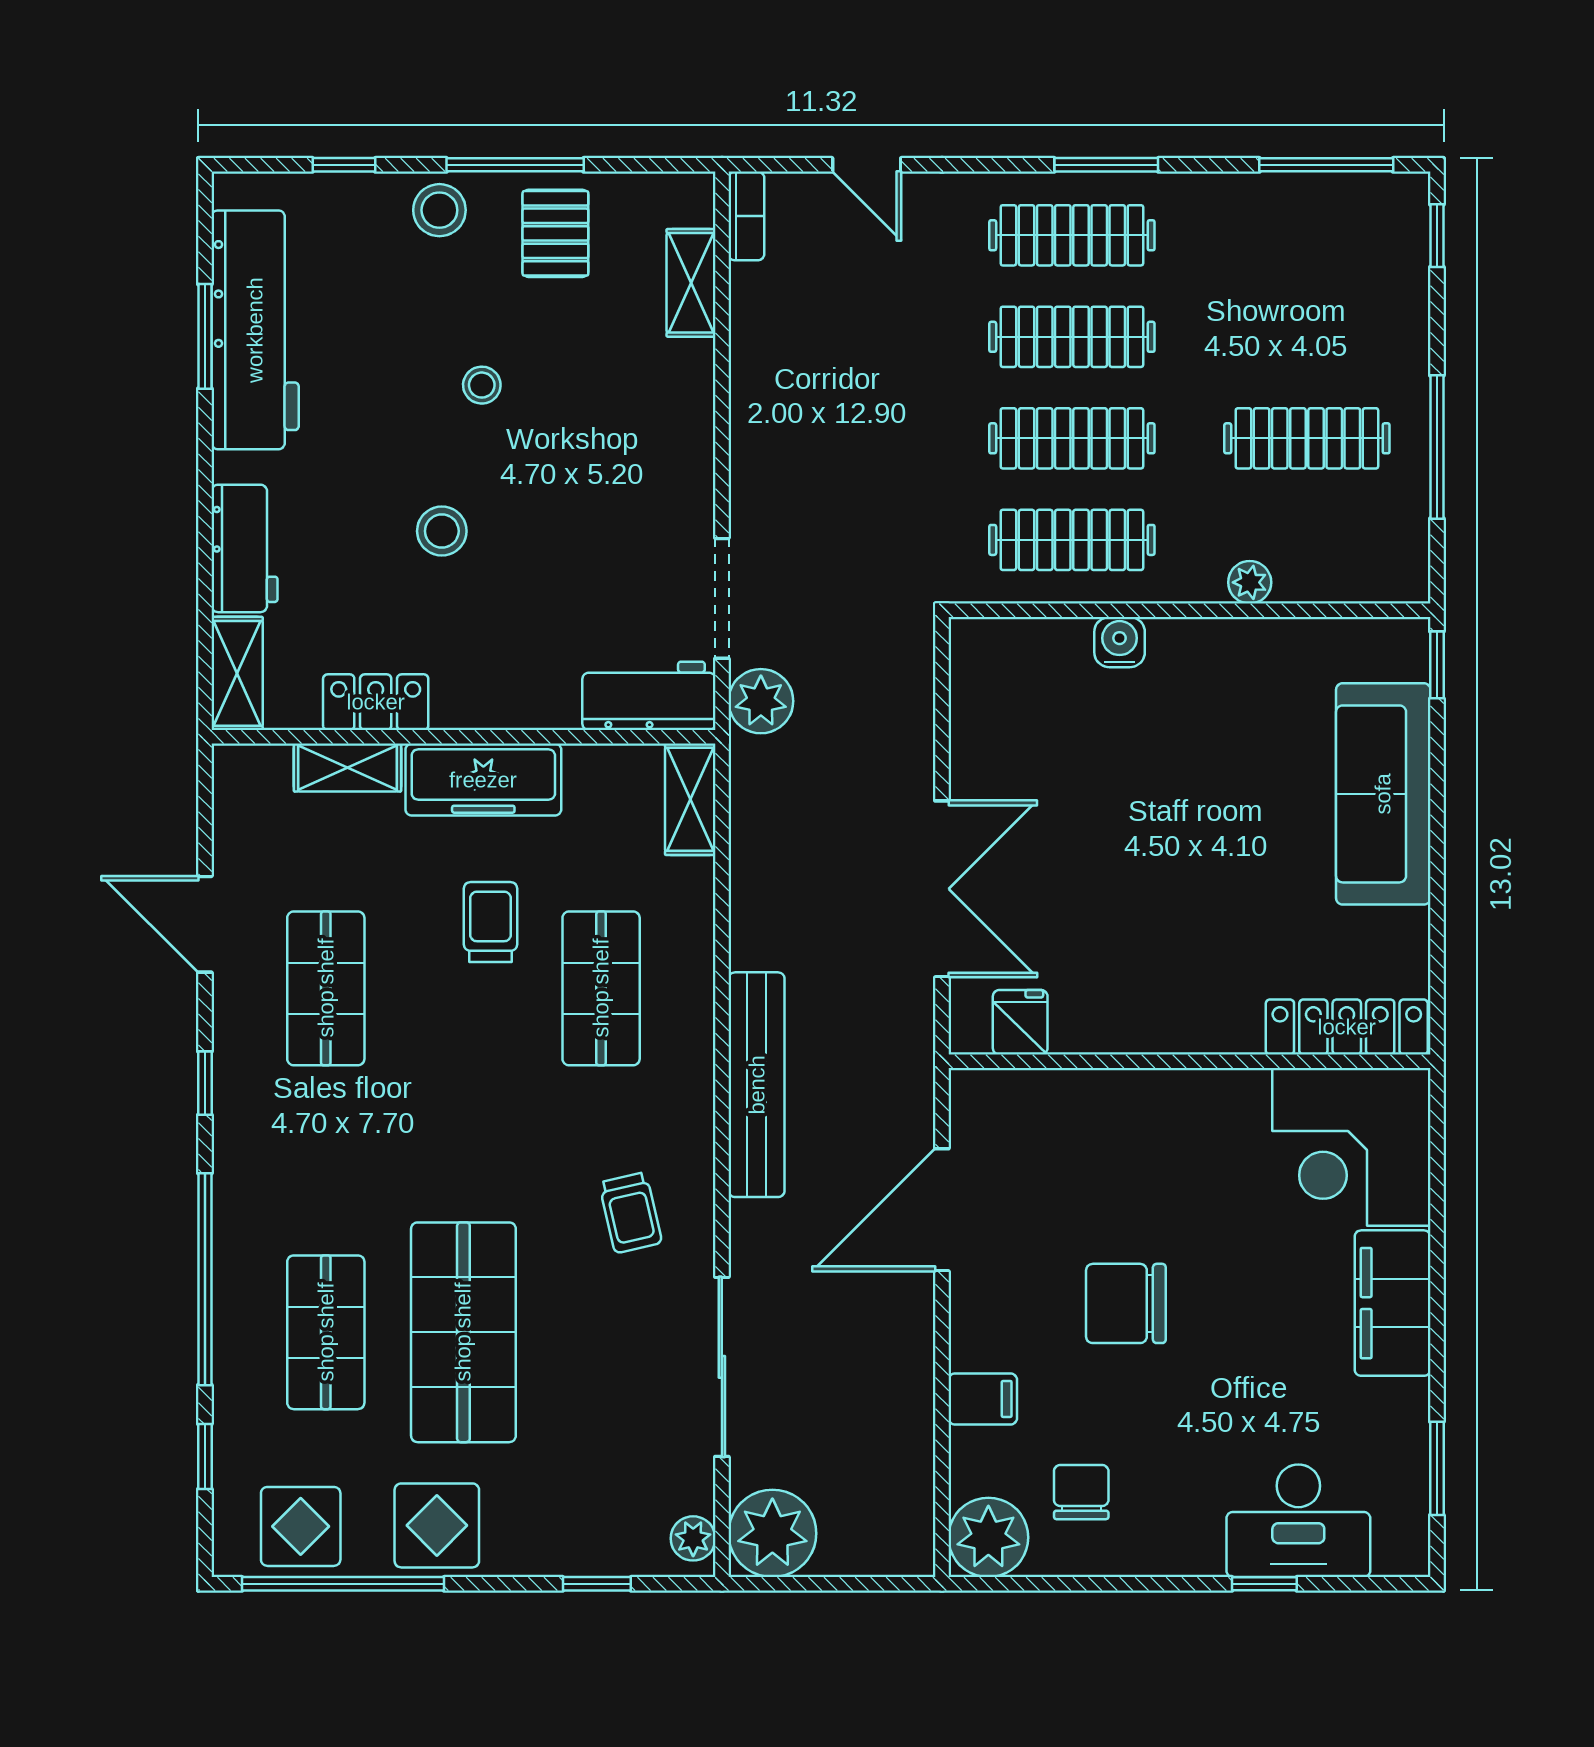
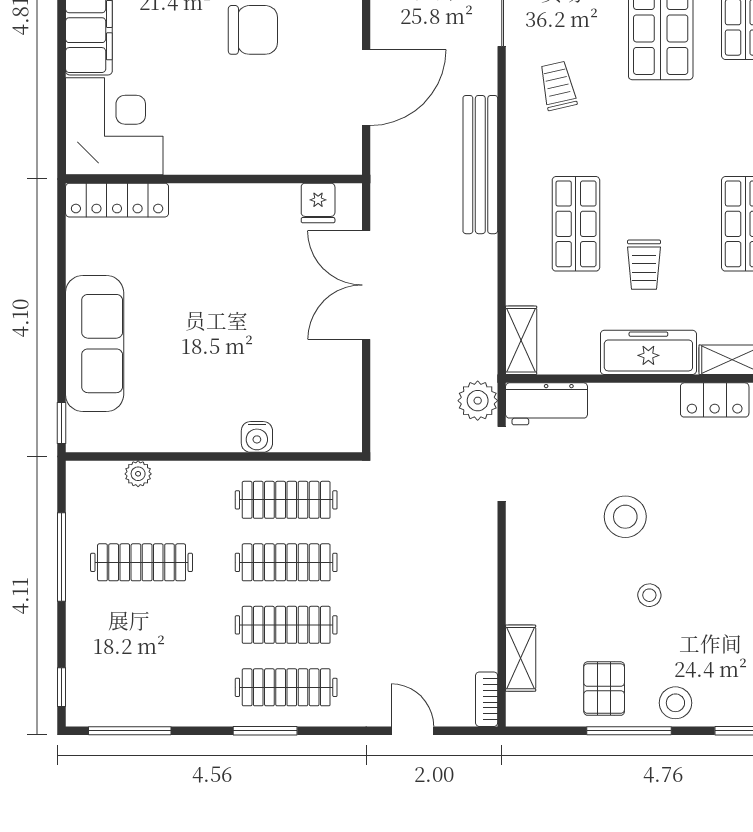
stool: (442, 531) -> (625, 517), moved, width x1.38, depth x1.38
plant: (1250, 582) -> (138, 474), moved

